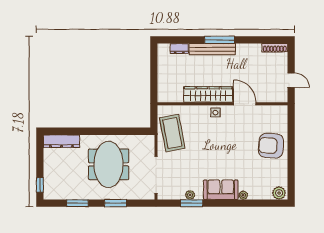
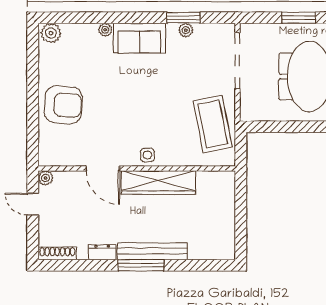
dresser: (179, 48) -> (102, 252), moved
plant: (283, 97) -> (45, 178), added

